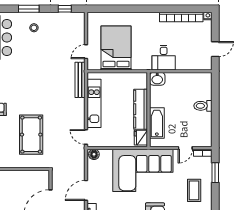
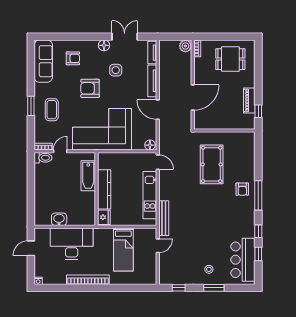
bookcase: (181, 17) -> (88, 280), moved
bed: (116, 48) -> (123, 249), width x0.67
desk: (164, 58) -> (72, 244), width x1.87, depth x1.30
washbasin: (157, 79) -> (59, 219), moved
toilet: (203, 106) -> (43, 158), moved
fridge: (141, 138) -> (104, 217), moved
window: (215, 173) -> (31, 106), moved
door: (86, 190) -> (158, 110), swing flipped

